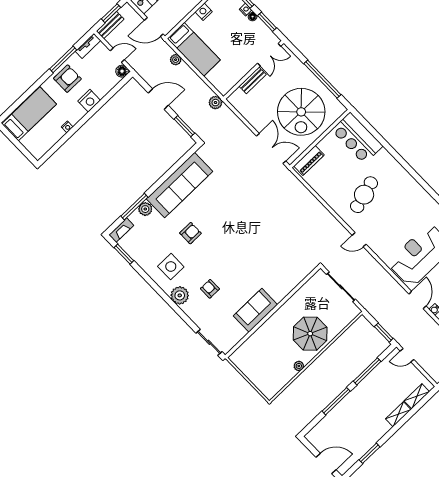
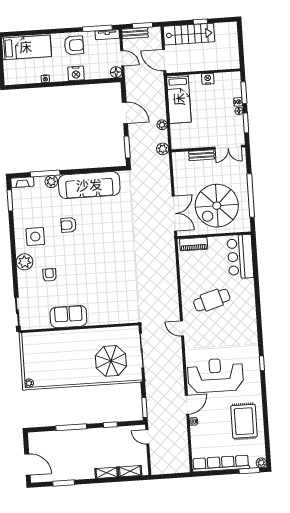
window: (63, 59) -> (97, 28), moved
plant: (176, 60) -> (162, 125), moved
armchair: (190, 233) -> (69, 225), turned 180
parasol: (310, 334) -> (111, 361), moved
plant: (299, 366) -> (29, 383), moved
window: (367, 371) -> (110, 425), width x0.46

